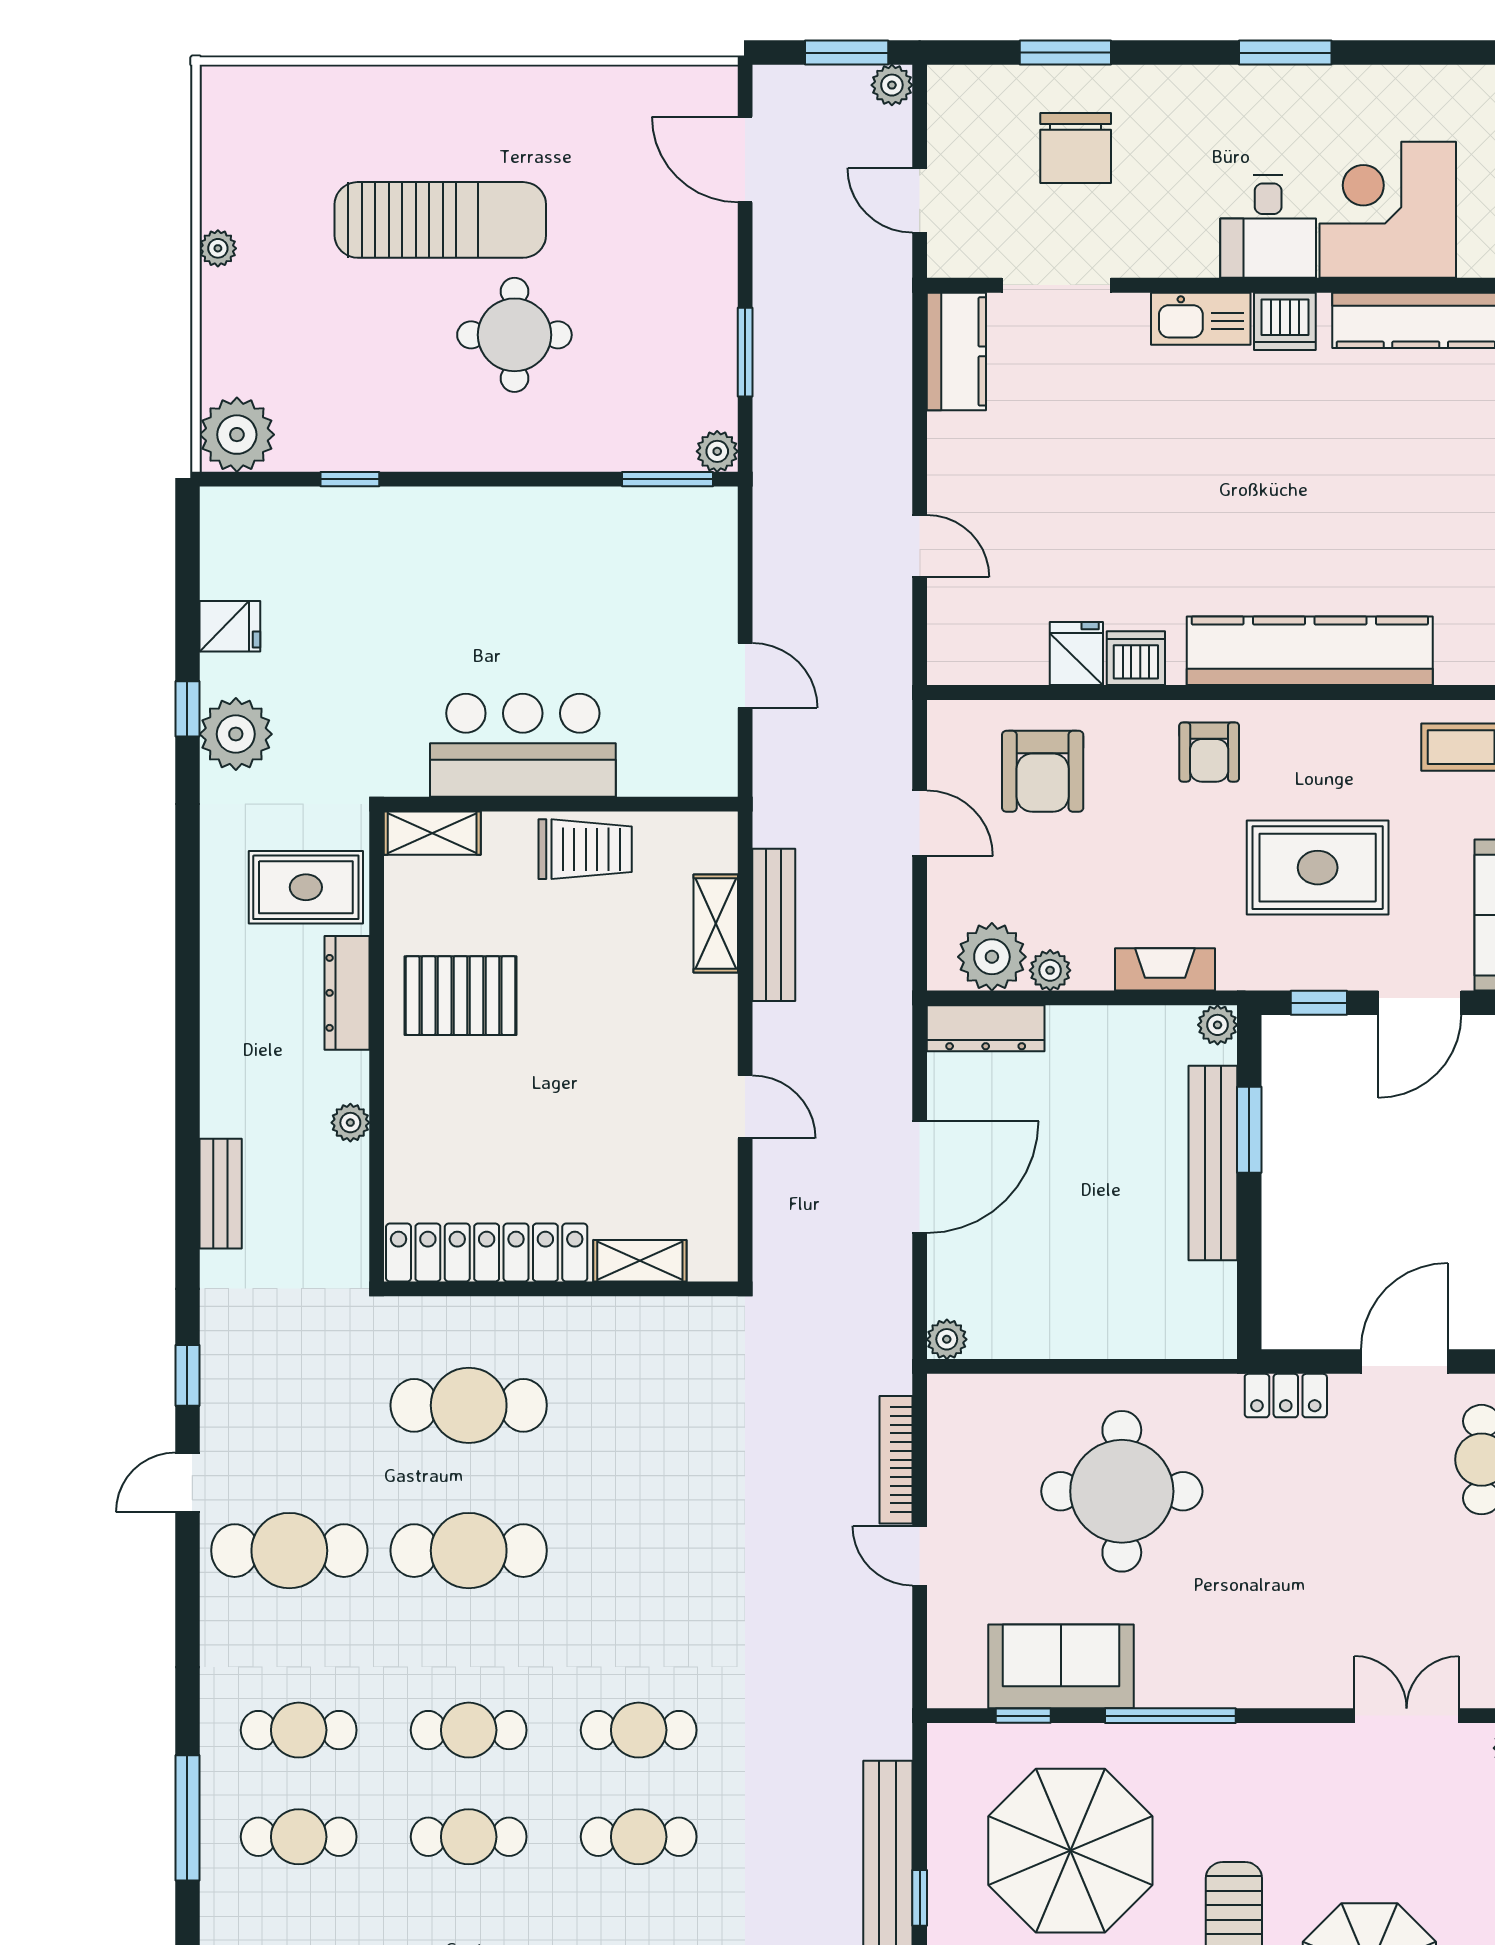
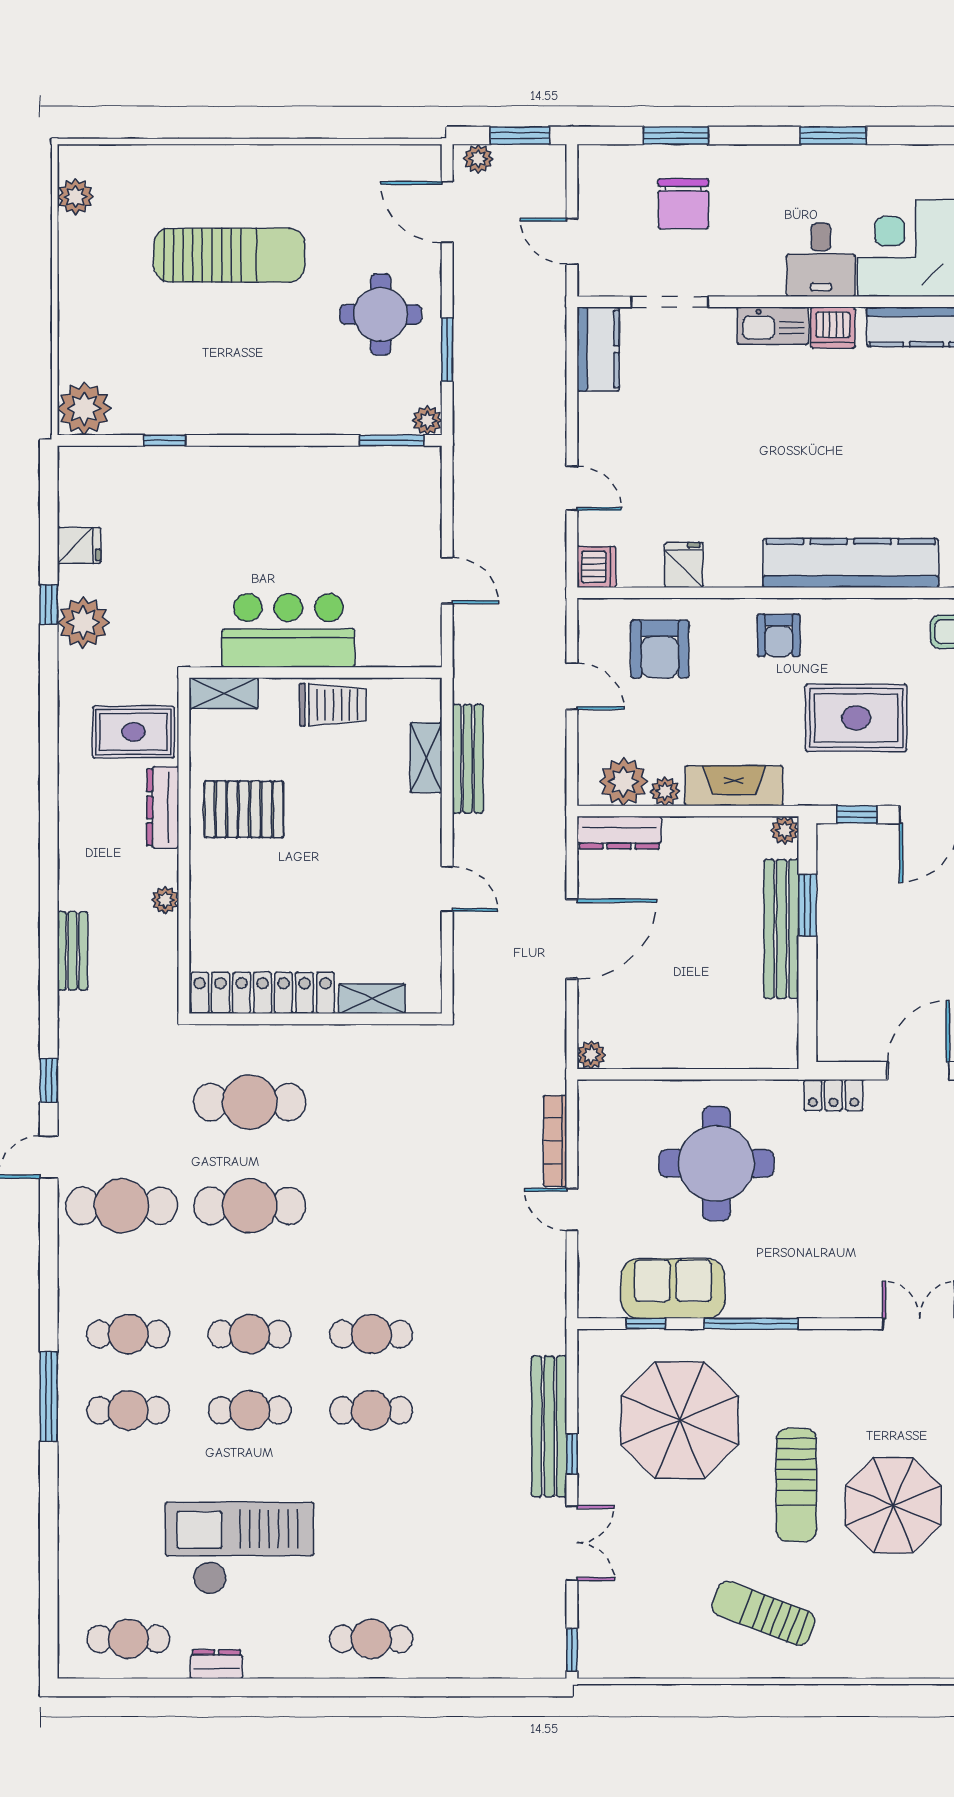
plant: (892, 85) -> (478, 159), moved
plant: (218, 248) -> (75, 197), moved, width x1.38, depth x1.38
round table: (514, 335) -> (381, 314), moved
dishwasher: (1136, 658) -> (596, 567), moved, turned 90
fireplace: (1165, 969) -> (734, 786), width x1.37, depth x1.32

